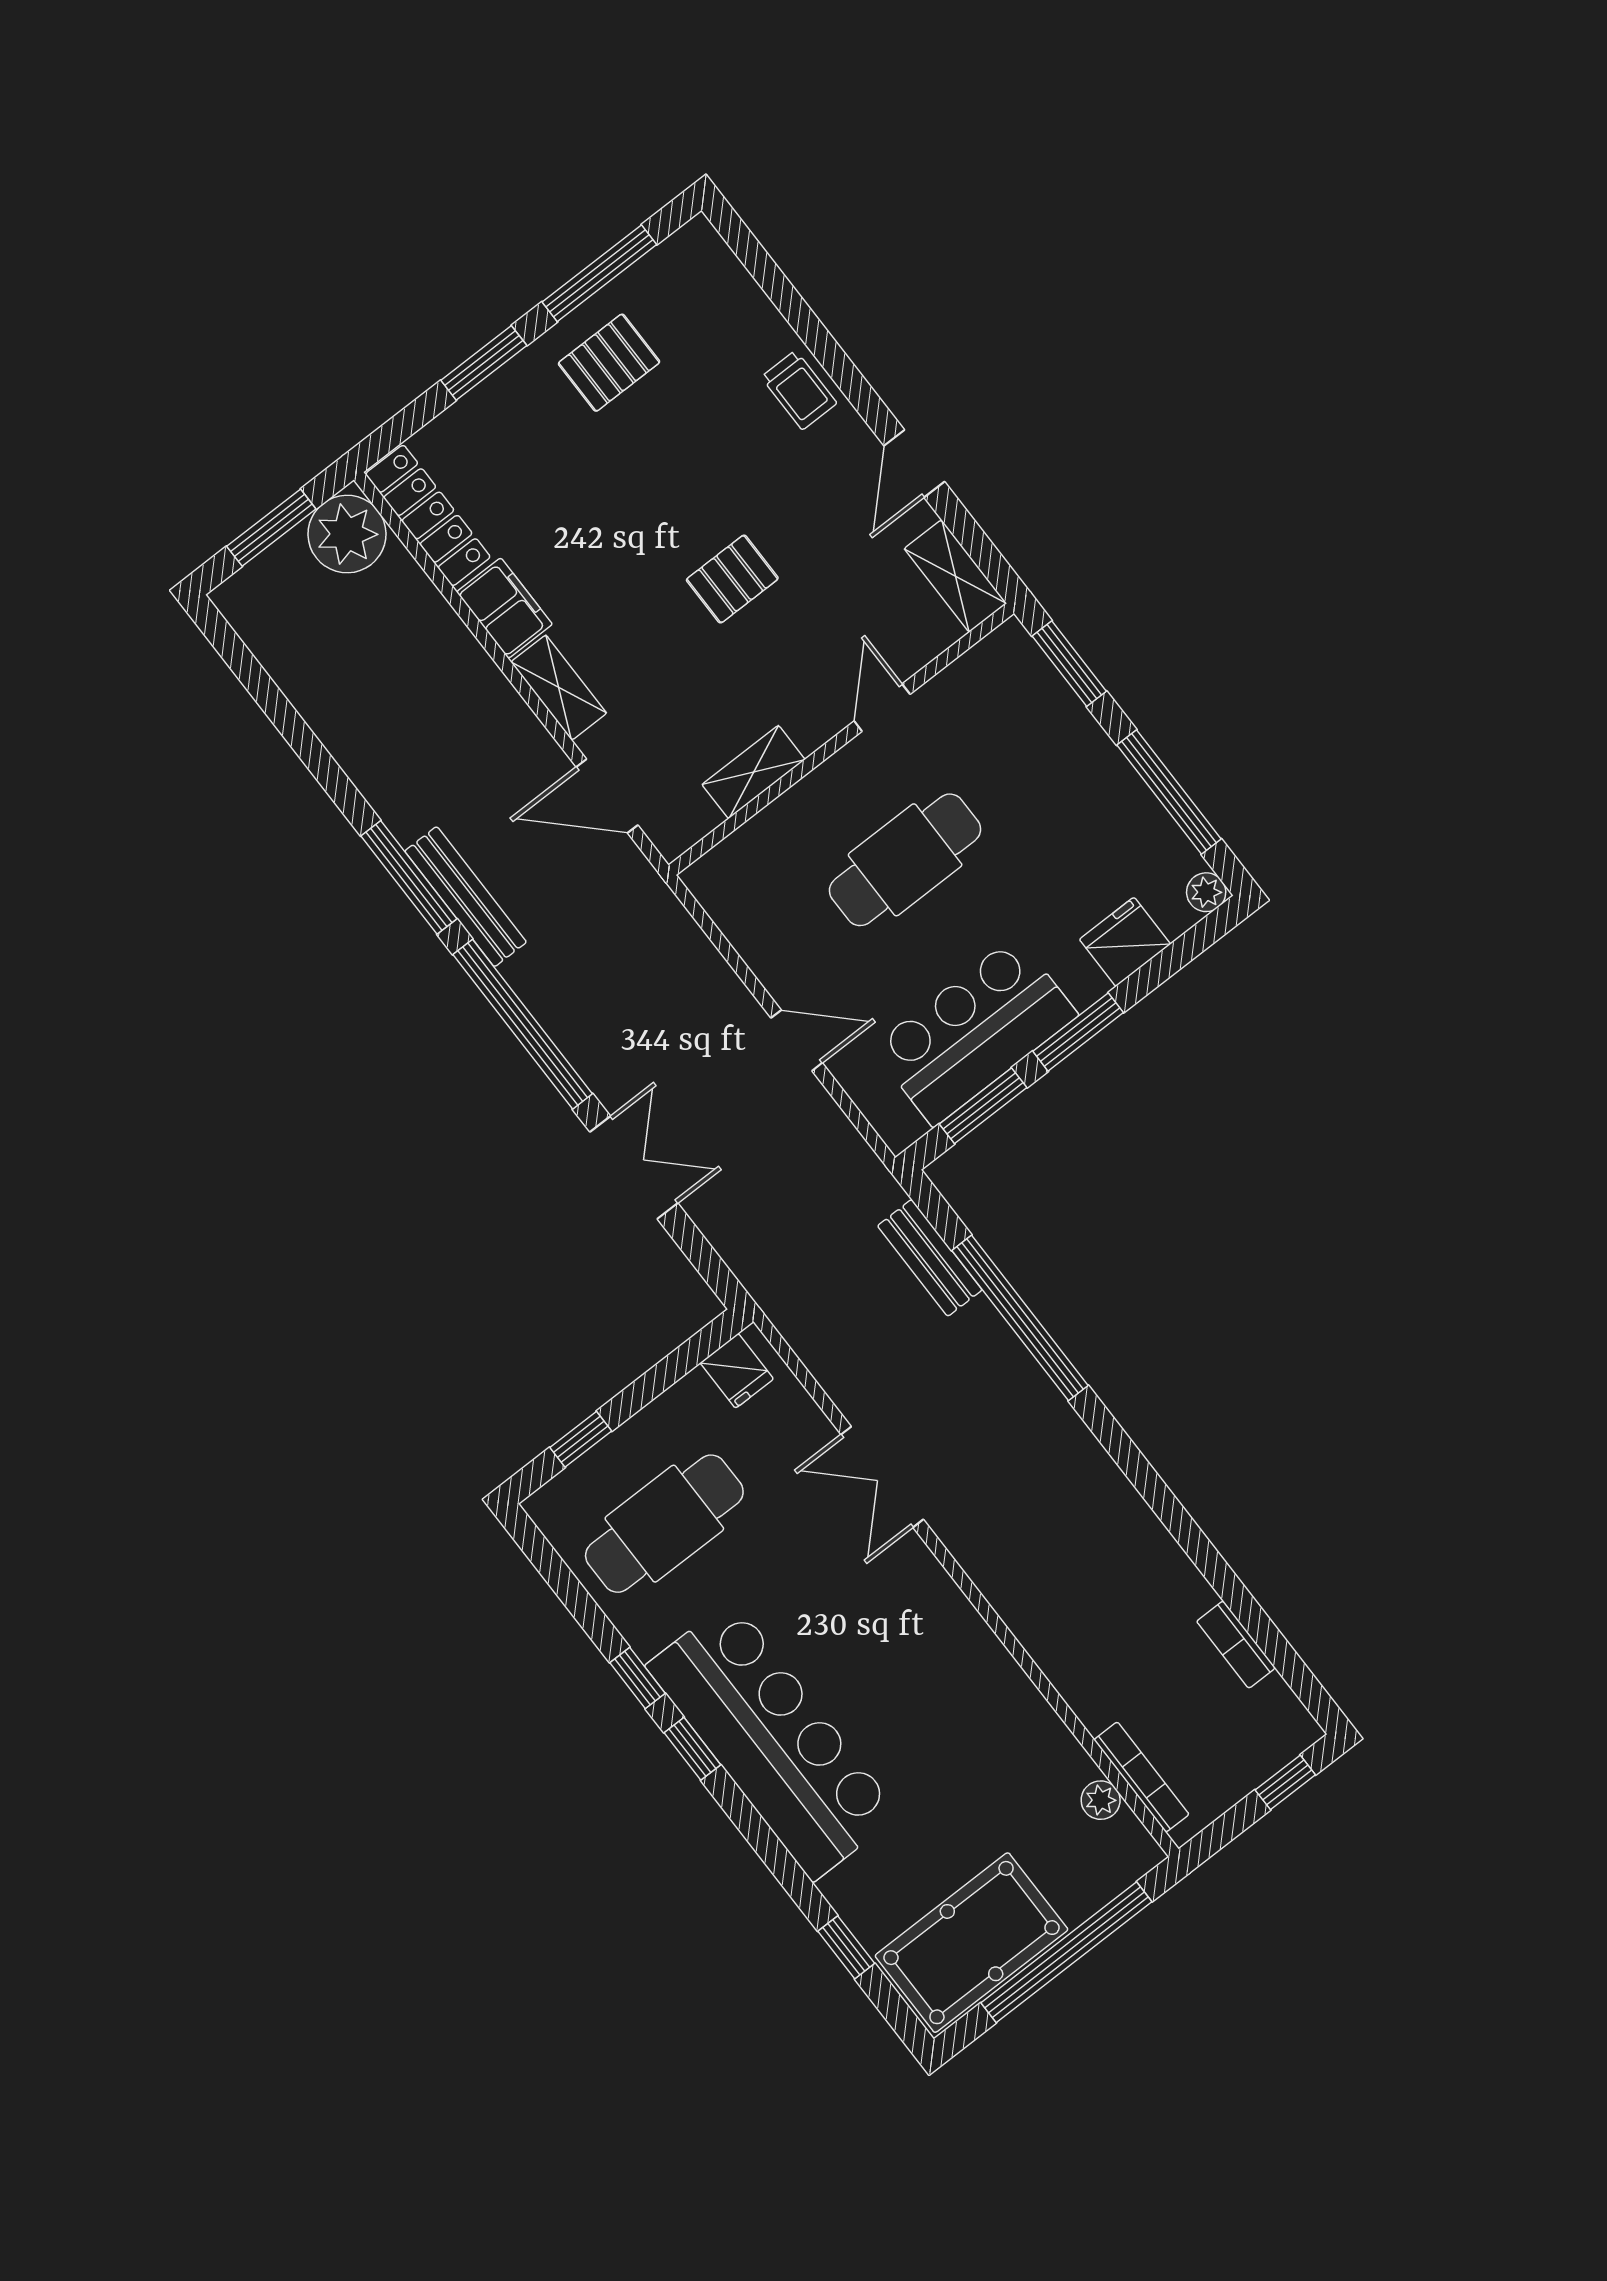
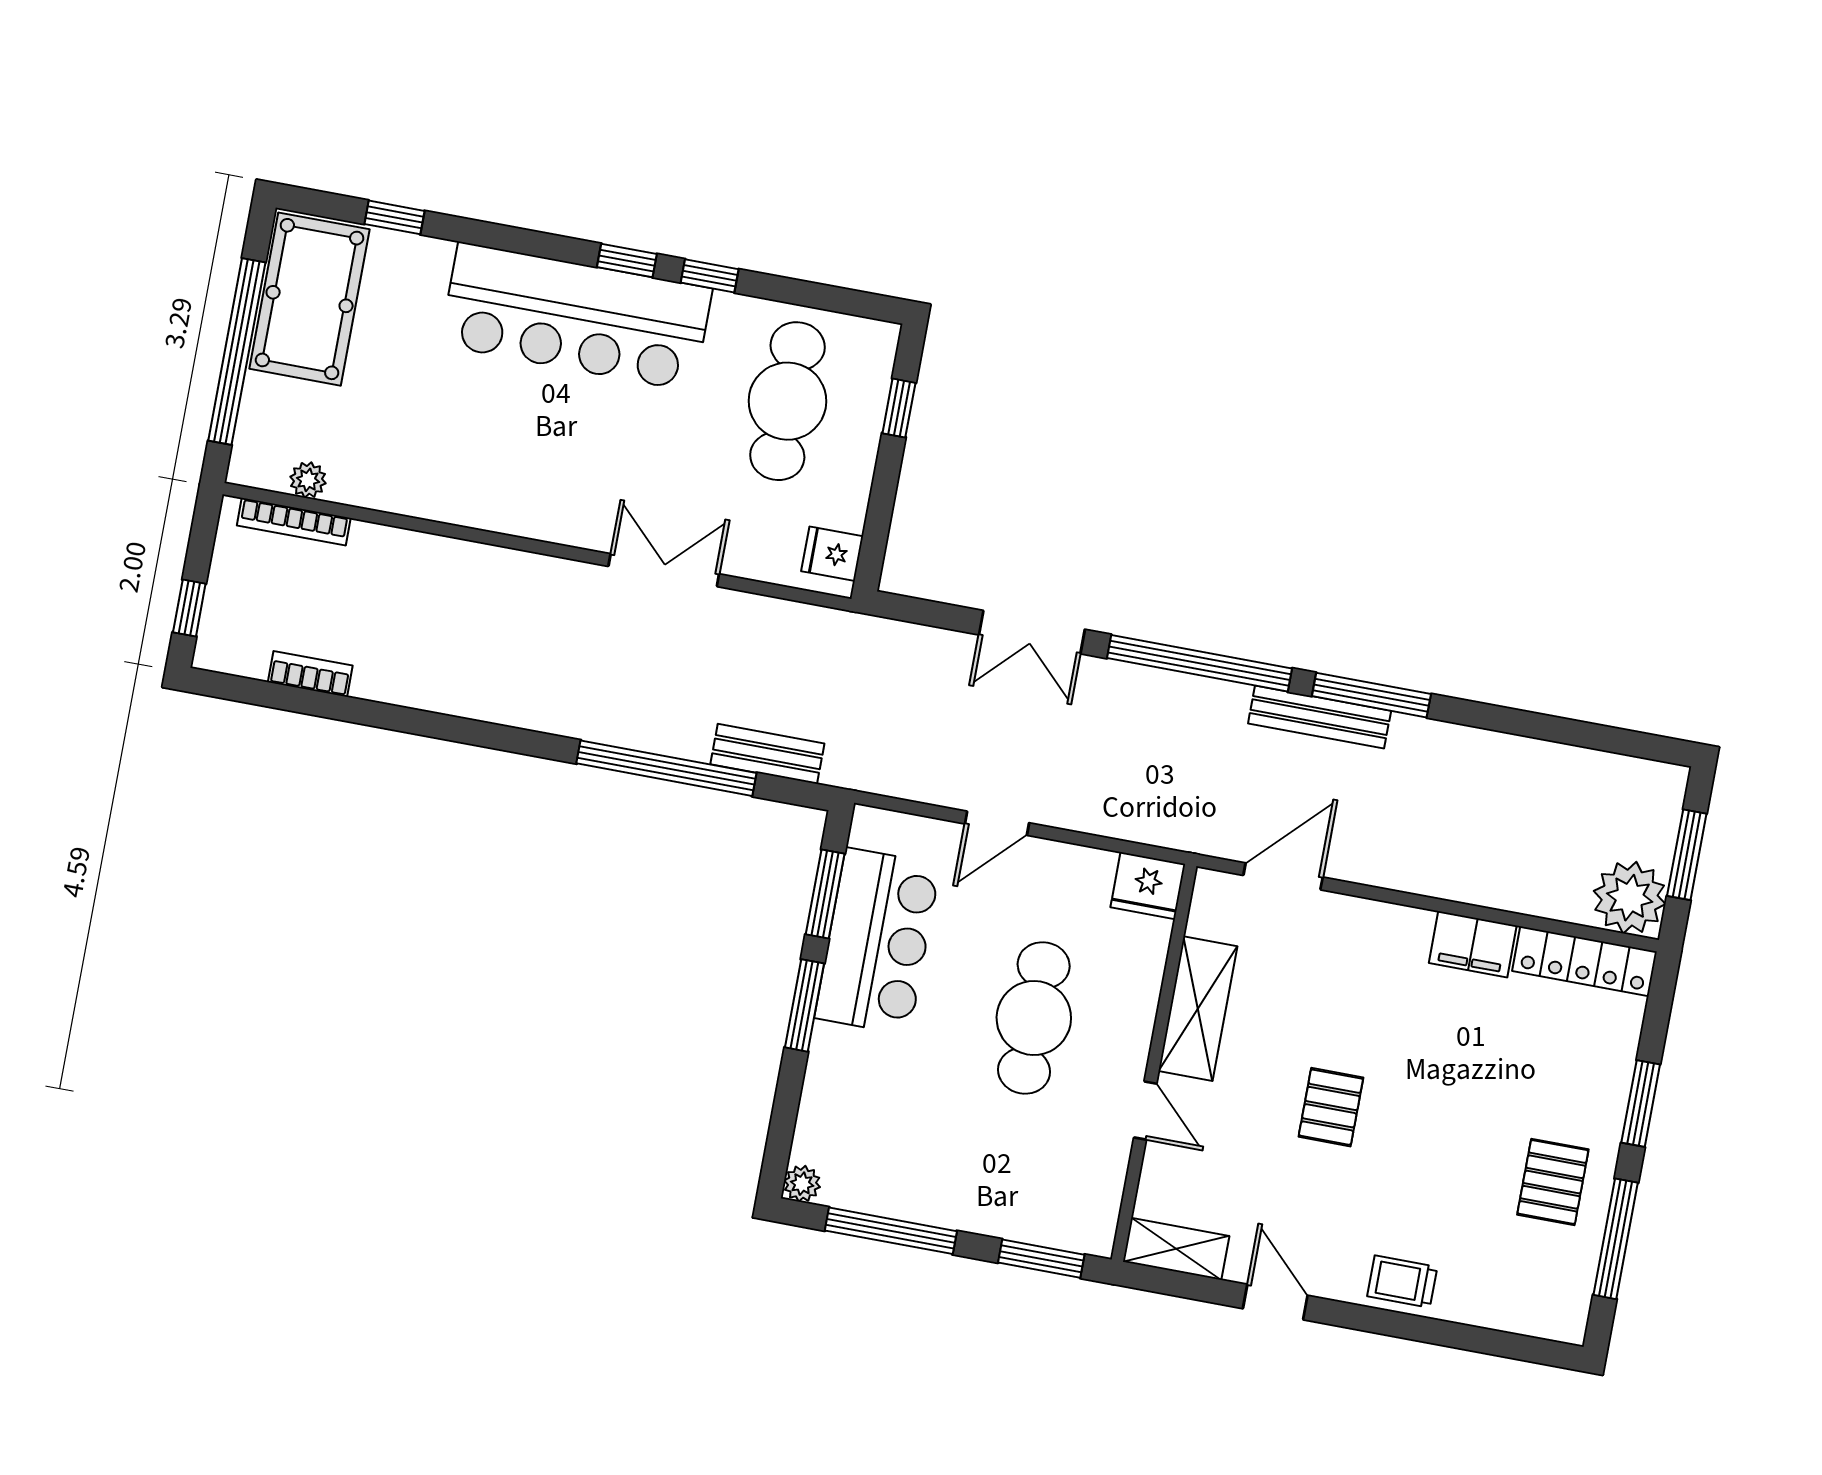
shelving: (559, 688) -> (1385, 922), removed
shelving: (754, 772) -> (1198, 1009), width x1.50, depth x1.33
fridge: (1125, 942) -> (1148, 886), moved, turned 90

